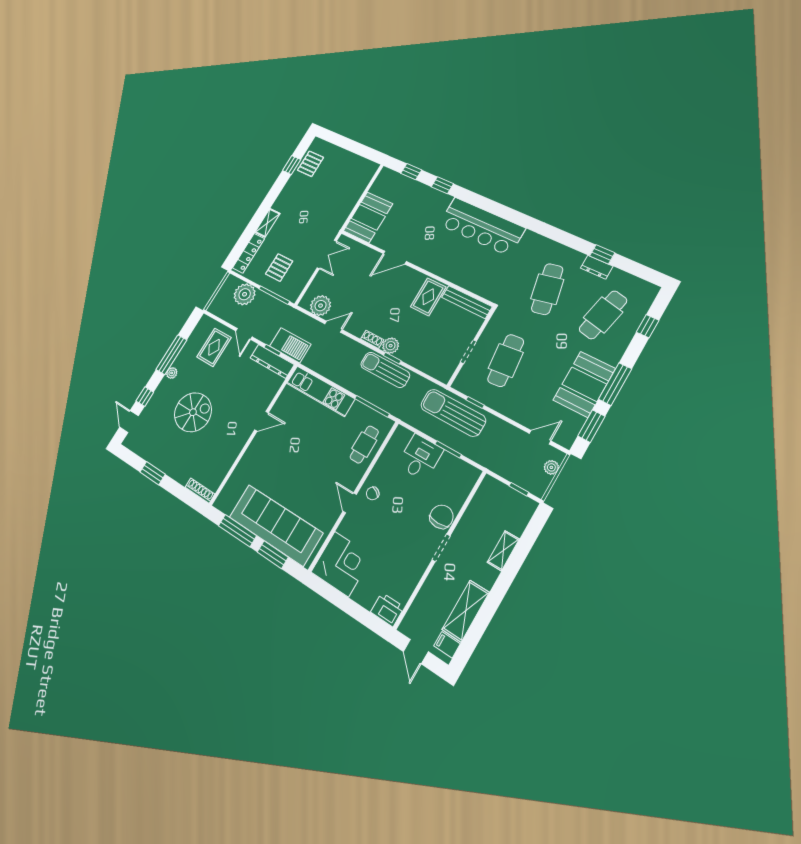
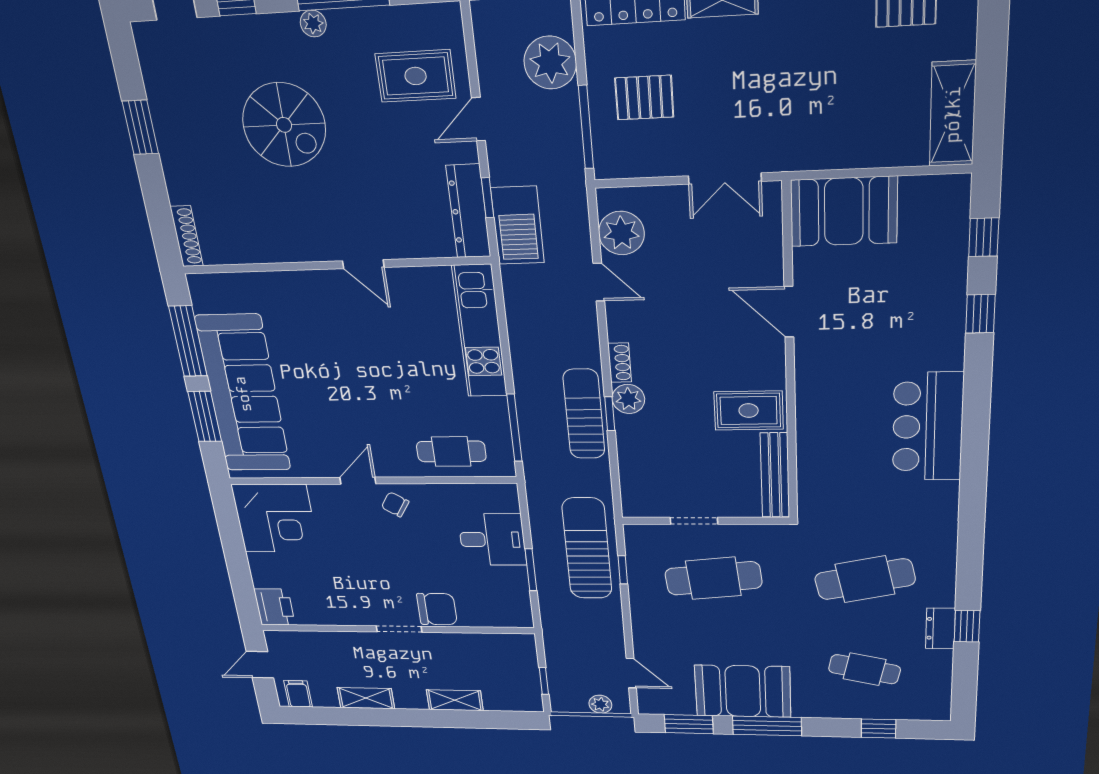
shelving: (358, 164) -> (953, 114), added
bar counter: (482, 226) -> (928, 427), width x0.73
cafe table: (603, 315) -> (864, 669), width x0.73, depth x0.74
shelving: (466, 611) -> (366, 698), width x0.67, depth x0.75

